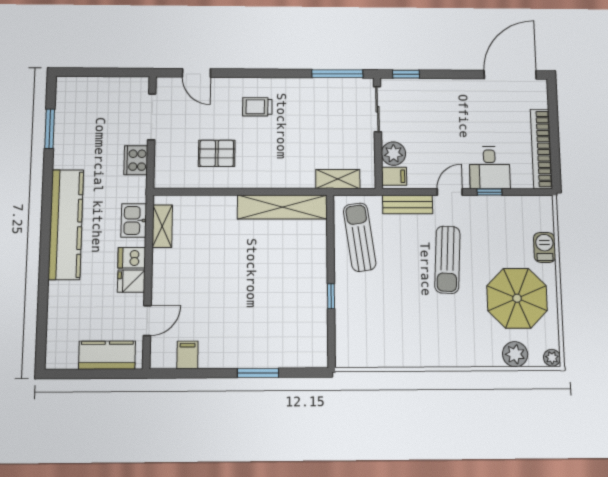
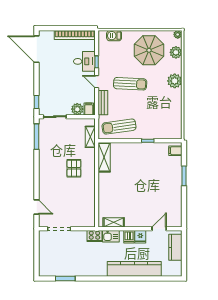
door: (196, 73) -> (36, 207), hinge flipped
trolley: (257, 107) -> (54, 177), removed
pallet: (217, 153) -> (74, 168), moved
cooker: (136, 160) -> (94, 236), moved
shelving: (282, 207) -> (104, 157), width x0.68
kitchen counter: (66, 224) -> (134, 269), moved
barbecue: (545, 247) -> (114, 36), moved
door: (147, 321) -> (159, 229), hinge flipped
plant: (456, 352) -> (175, 81), added
filing cabinet: (187, 355) -> (175, 151), moved

